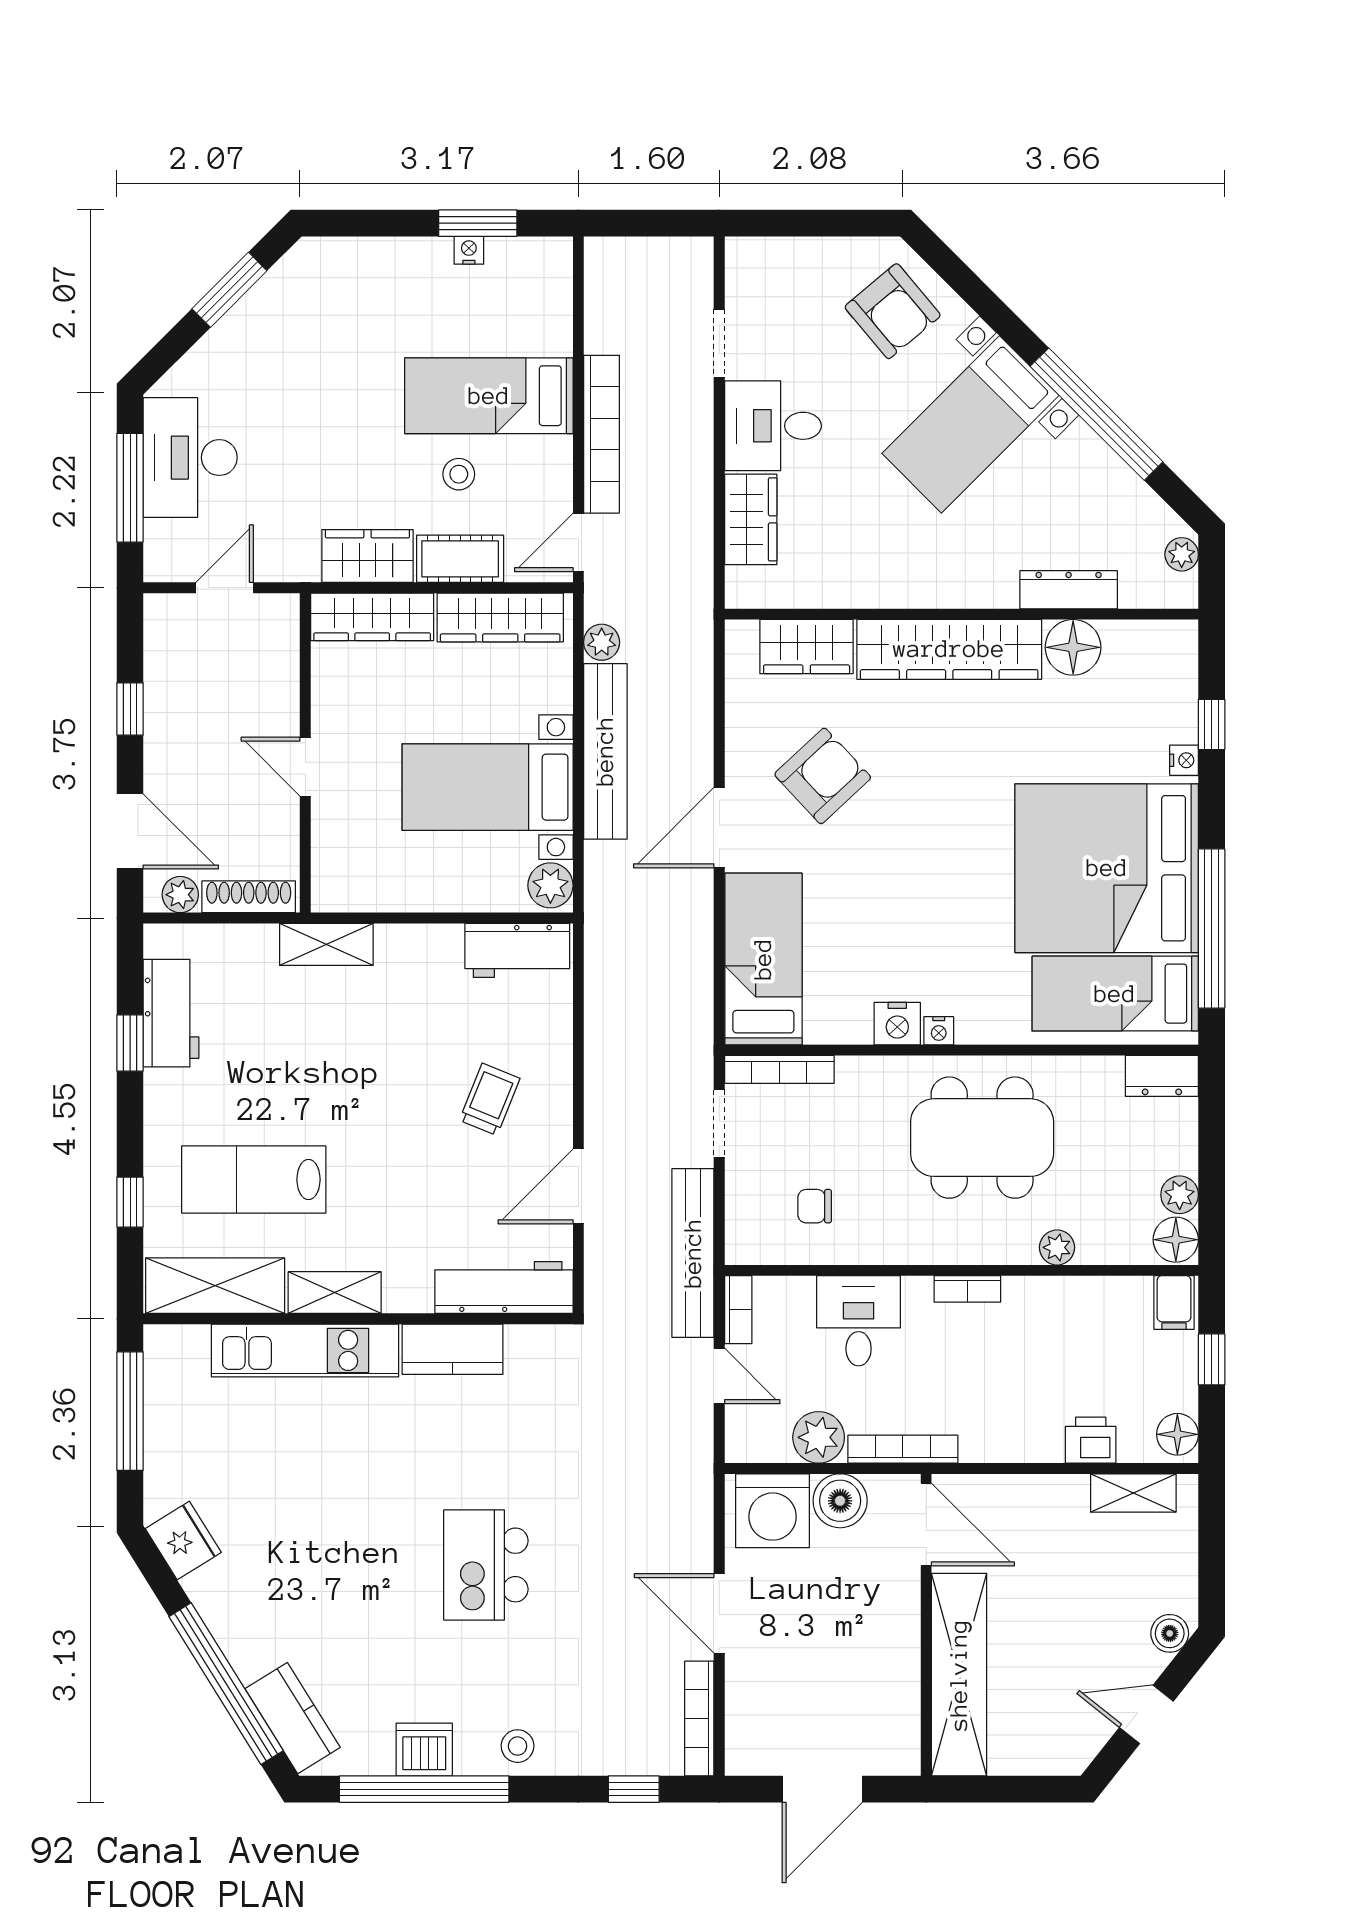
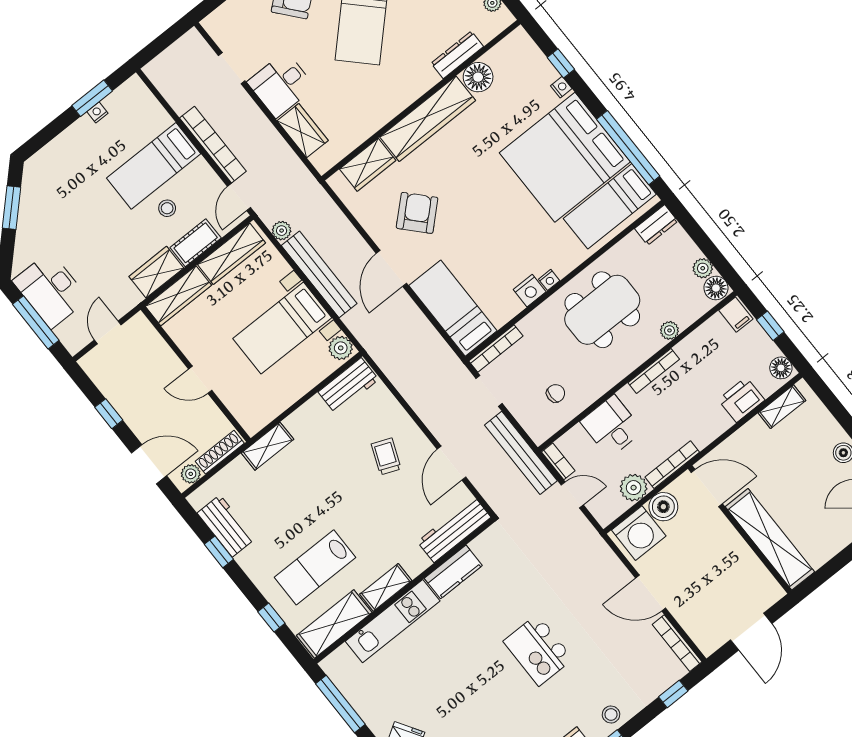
chair: (815, 1206) -> (556, 393), turned 180
bookcase: (967, 1289) -> (654, 371), width x1.56
printer: (1091, 1440) -> (741, 400), width x1.36, depth x1.24

